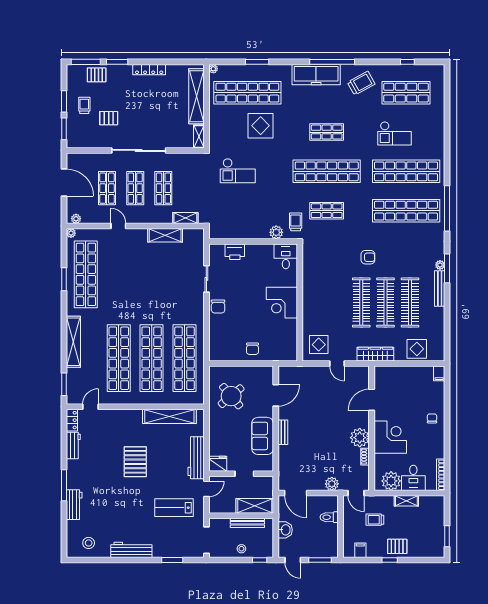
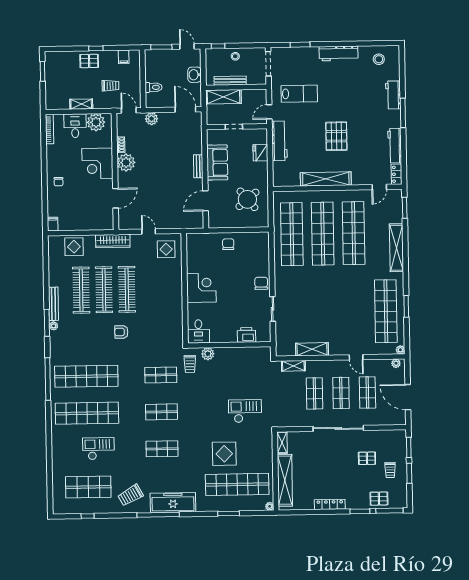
shop shelf: (327, 171) -> (161, 412), width x0.50, depth x0.74
shelving: (169, 416) -> (326, 179), moved
workbench: (73, 445) -> (395, 146), width x1.38
fridge: (218, 464) -> (260, 153), moved, turned 90

